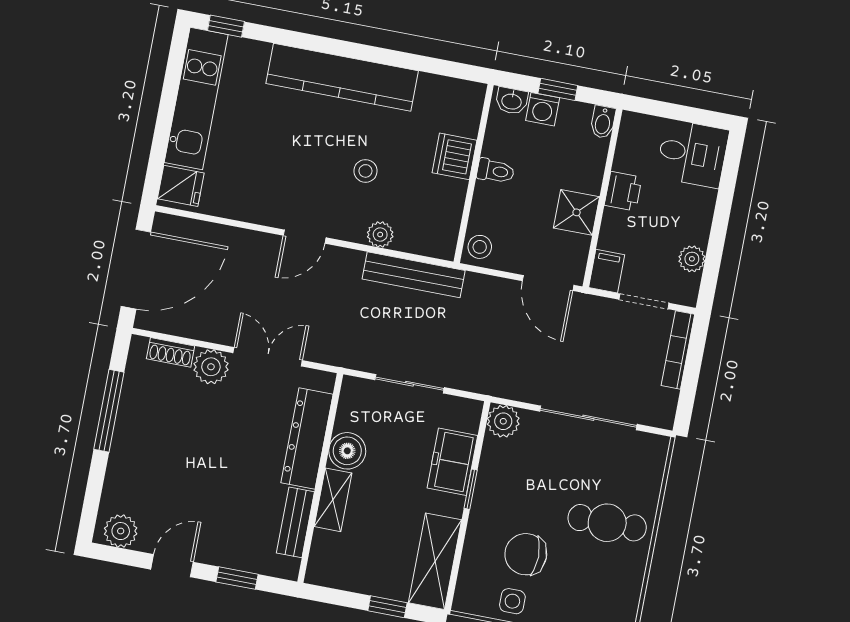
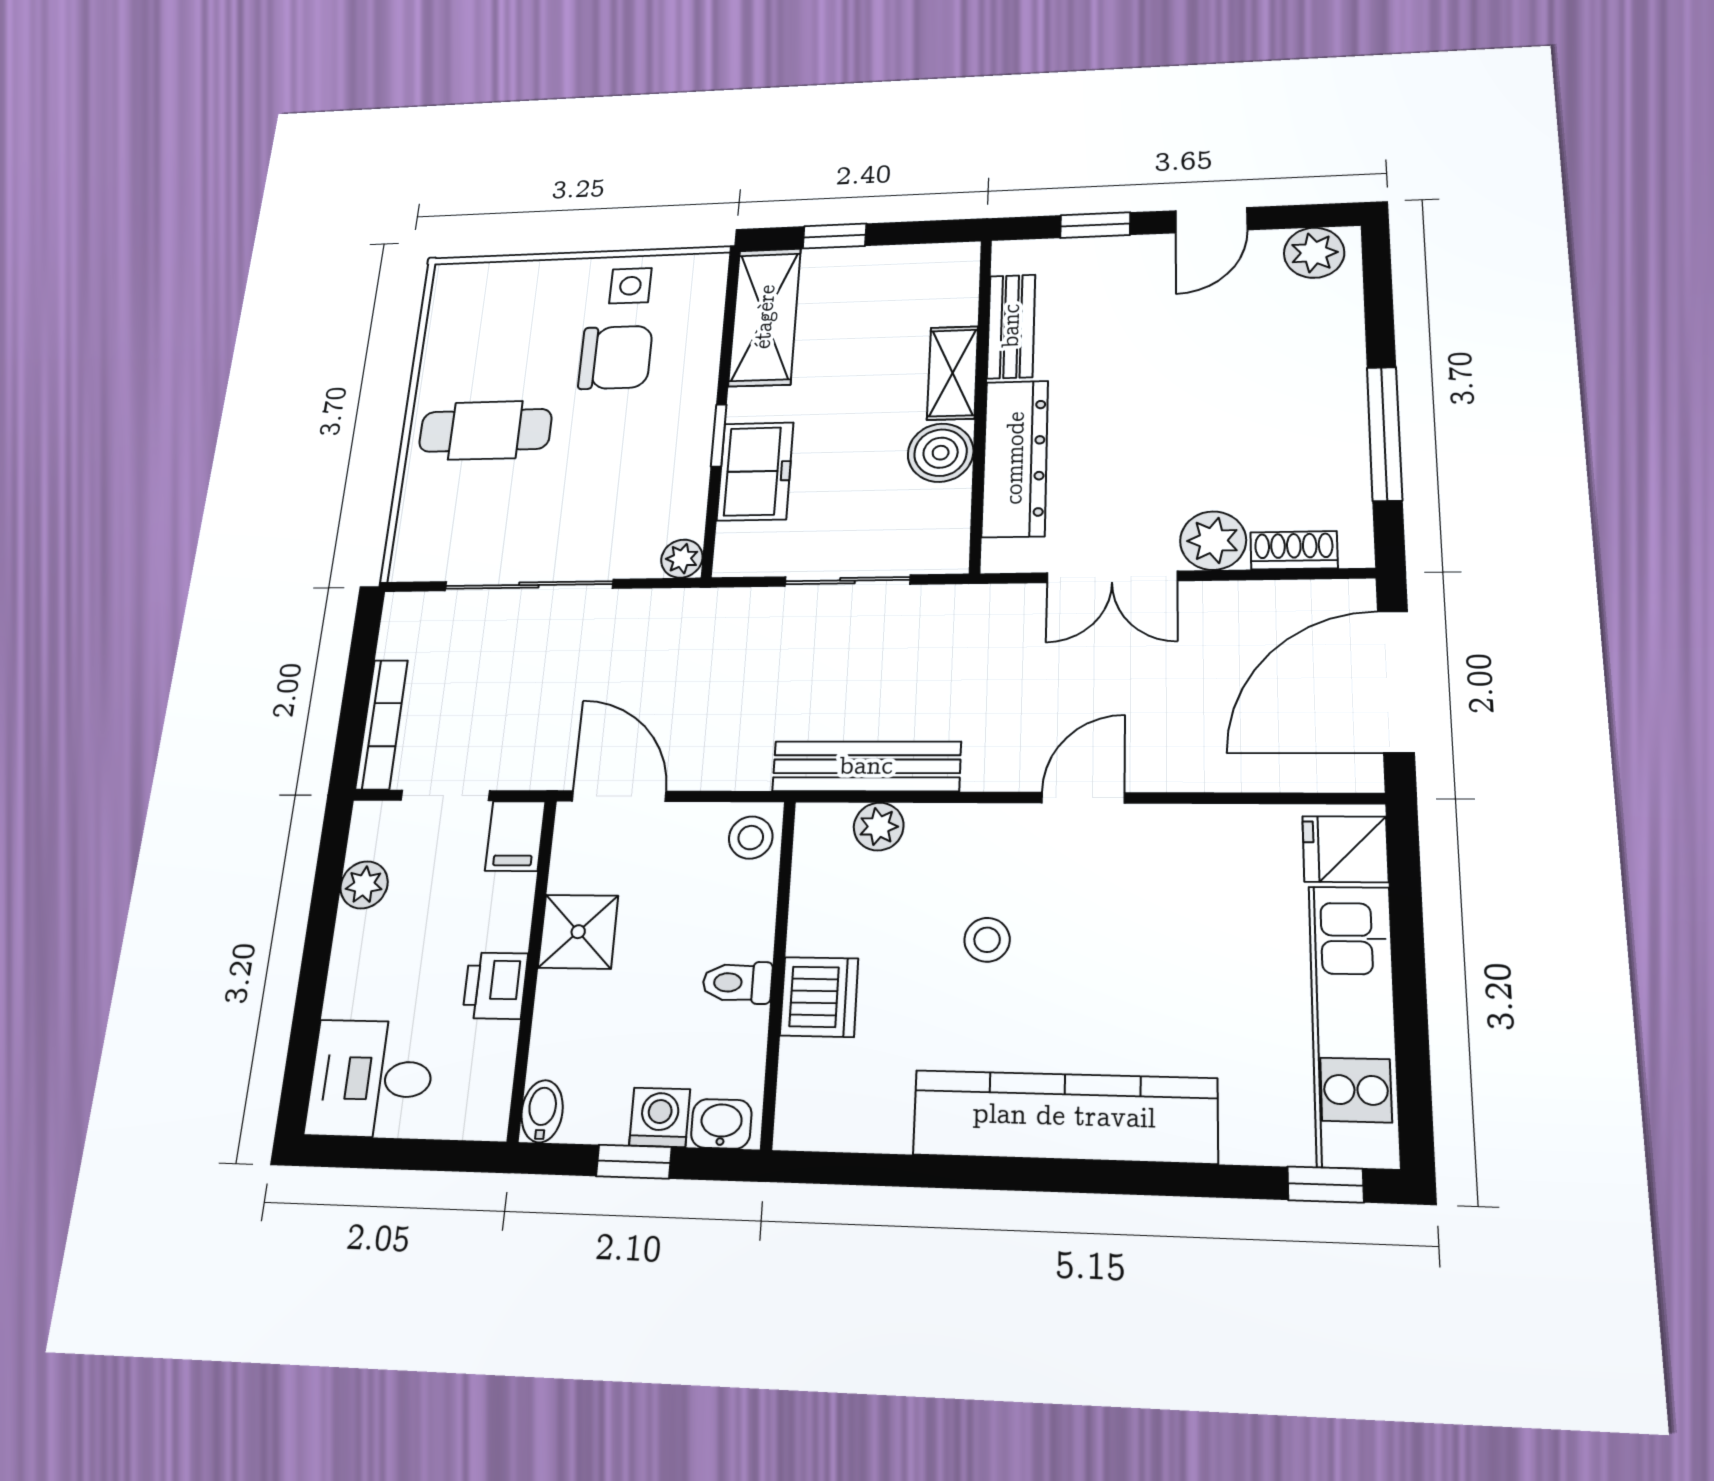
plant: (380, 235) -> (879, 827), moved
plant: (503, 421) -> (682, 559), width x0.73, depth x0.73

